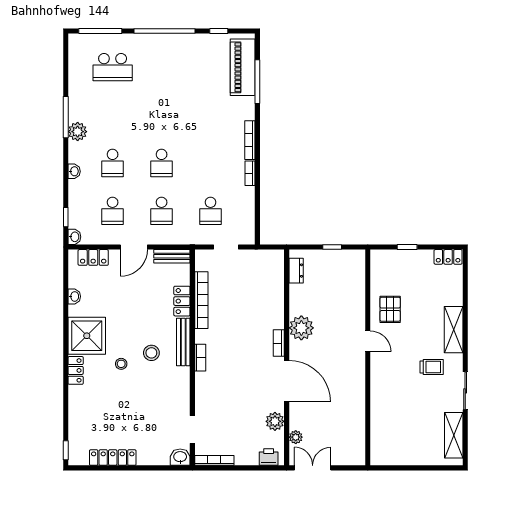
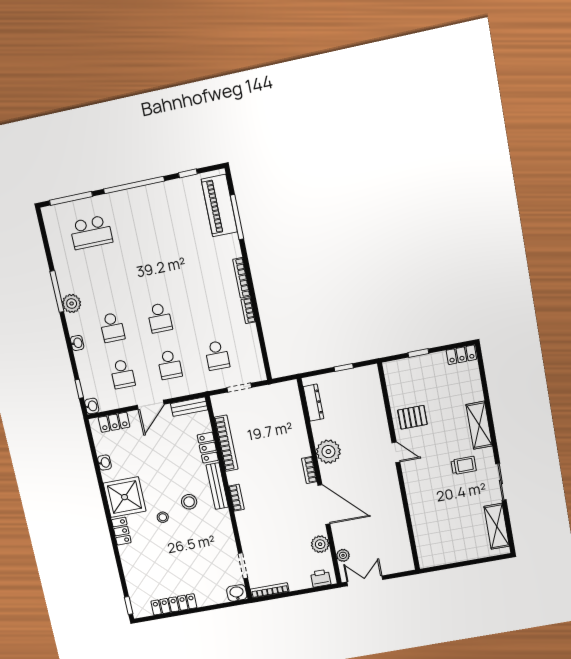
dresser: (296, 271) -> (313, 403), width x1.44
pallet: (390, 309) -> (412, 417), turned 90

